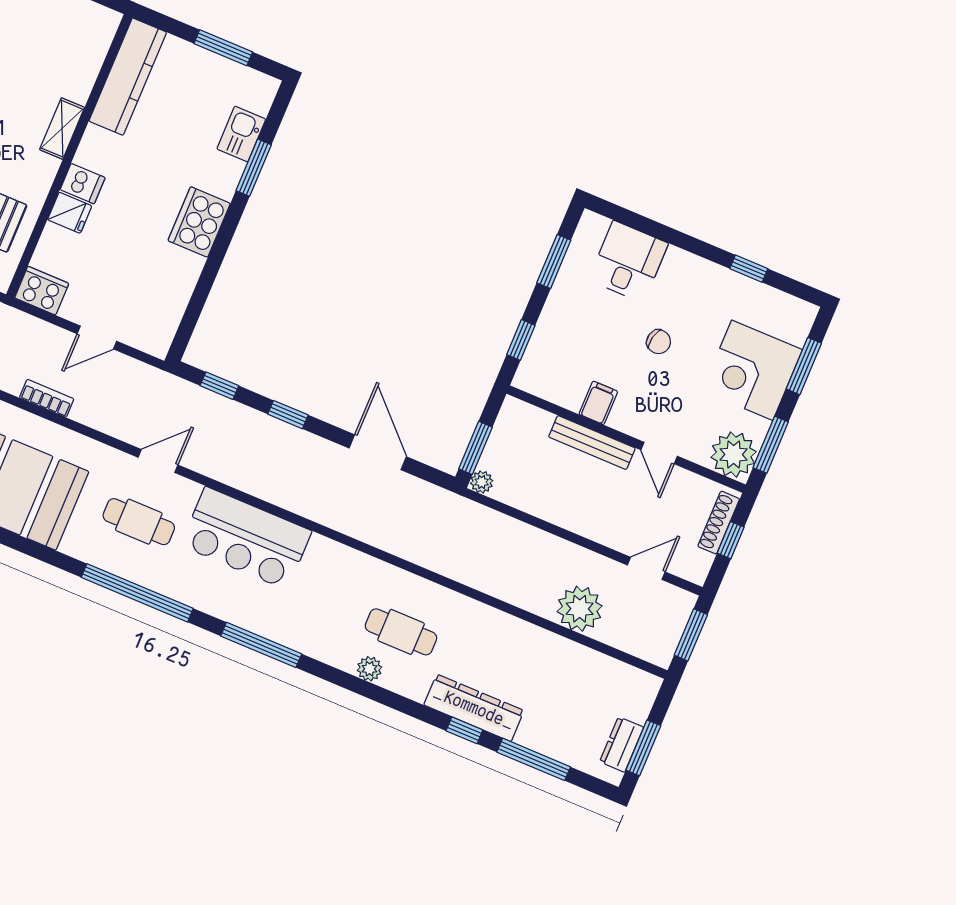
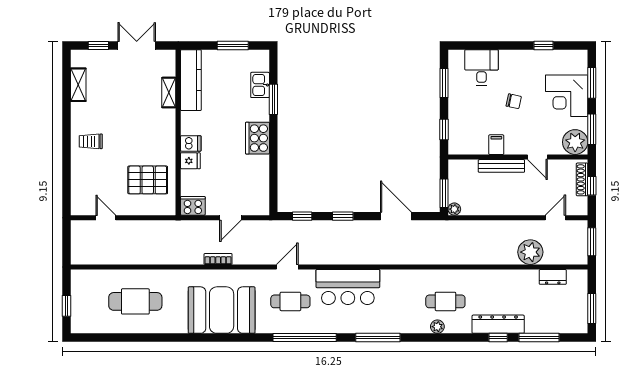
shelving: (62, 129) -> (169, 93), moved
dresser: (622, 744) -> (553, 277), moved, turned -90

